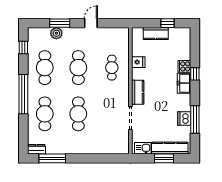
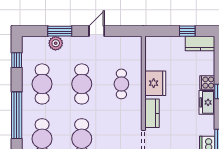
kitchen counter: (156, 33) -> (200, 44), moved
fridge: (138, 62) -> (155, 83), width x1.88, depth x1.34

